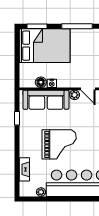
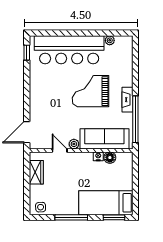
bed: (45, 46) -> (106, 203), width x0.67
window: (17, 118) -> (135, 119), width x3.17
fireplace: (24, 169) -> (127, 100), moved

